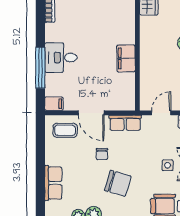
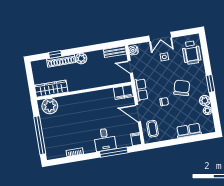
filing cabinet: (126, 58) -> (123, 92), moved
door: (91, 113) -> (138, 113), swing flipped

